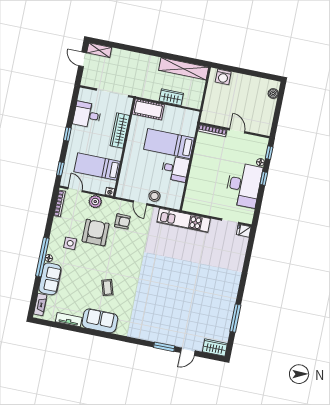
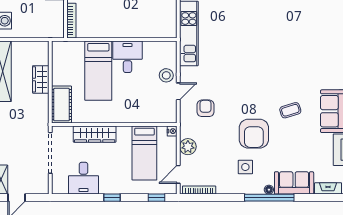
armchair: (96, 233) -> (254, 134), moved, turned -90

